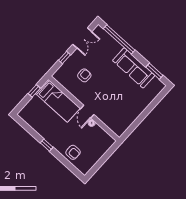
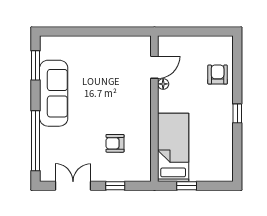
door: (87, 112) -> (154, 67), moved

